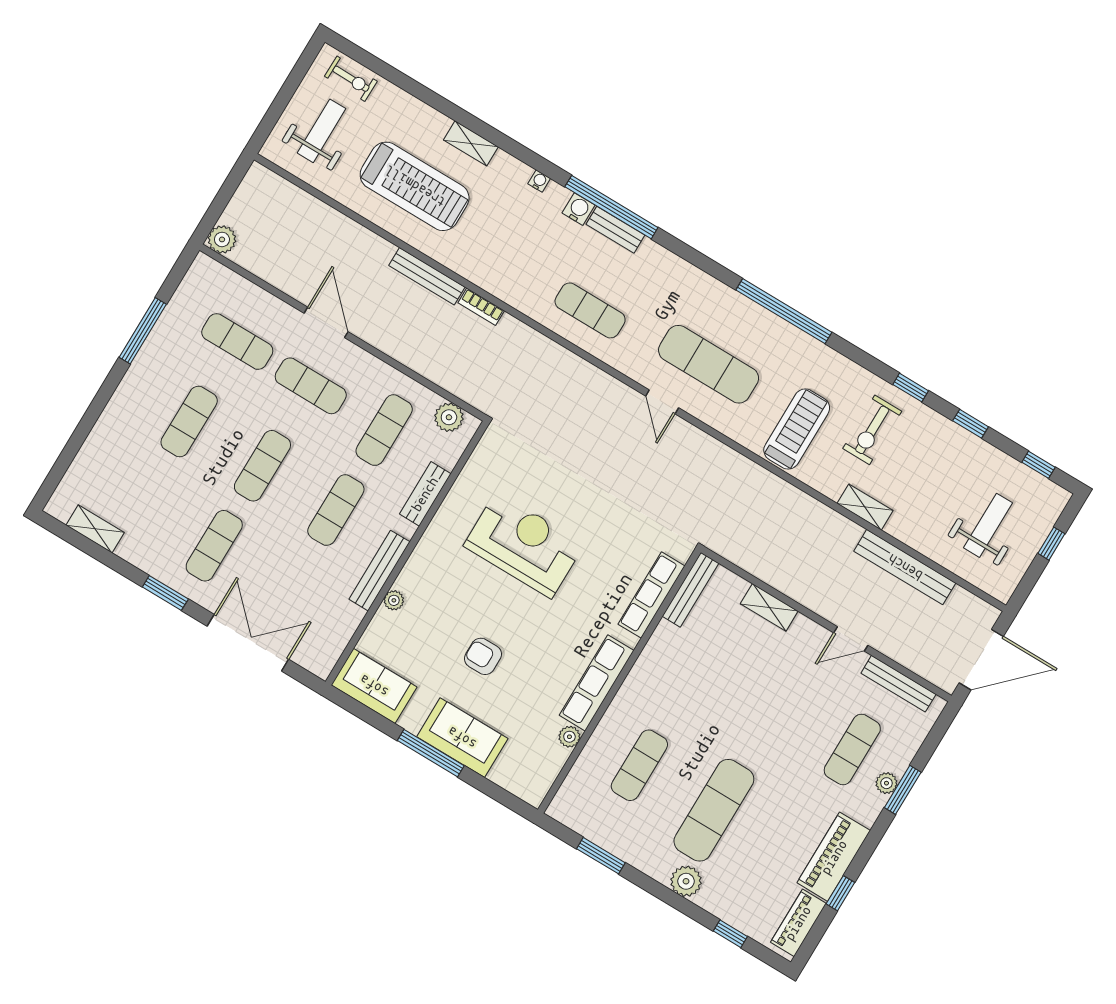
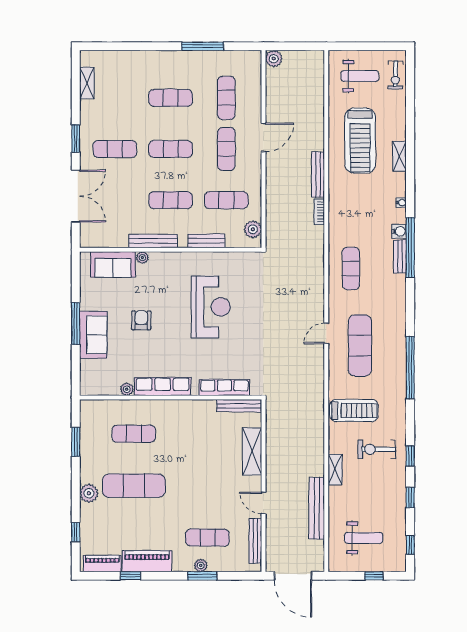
shelving: (769, 607) -> (252, 451), width x1.50, depth x1.33
sofa: (374, 686) -> (113, 264), moved, turned 90

